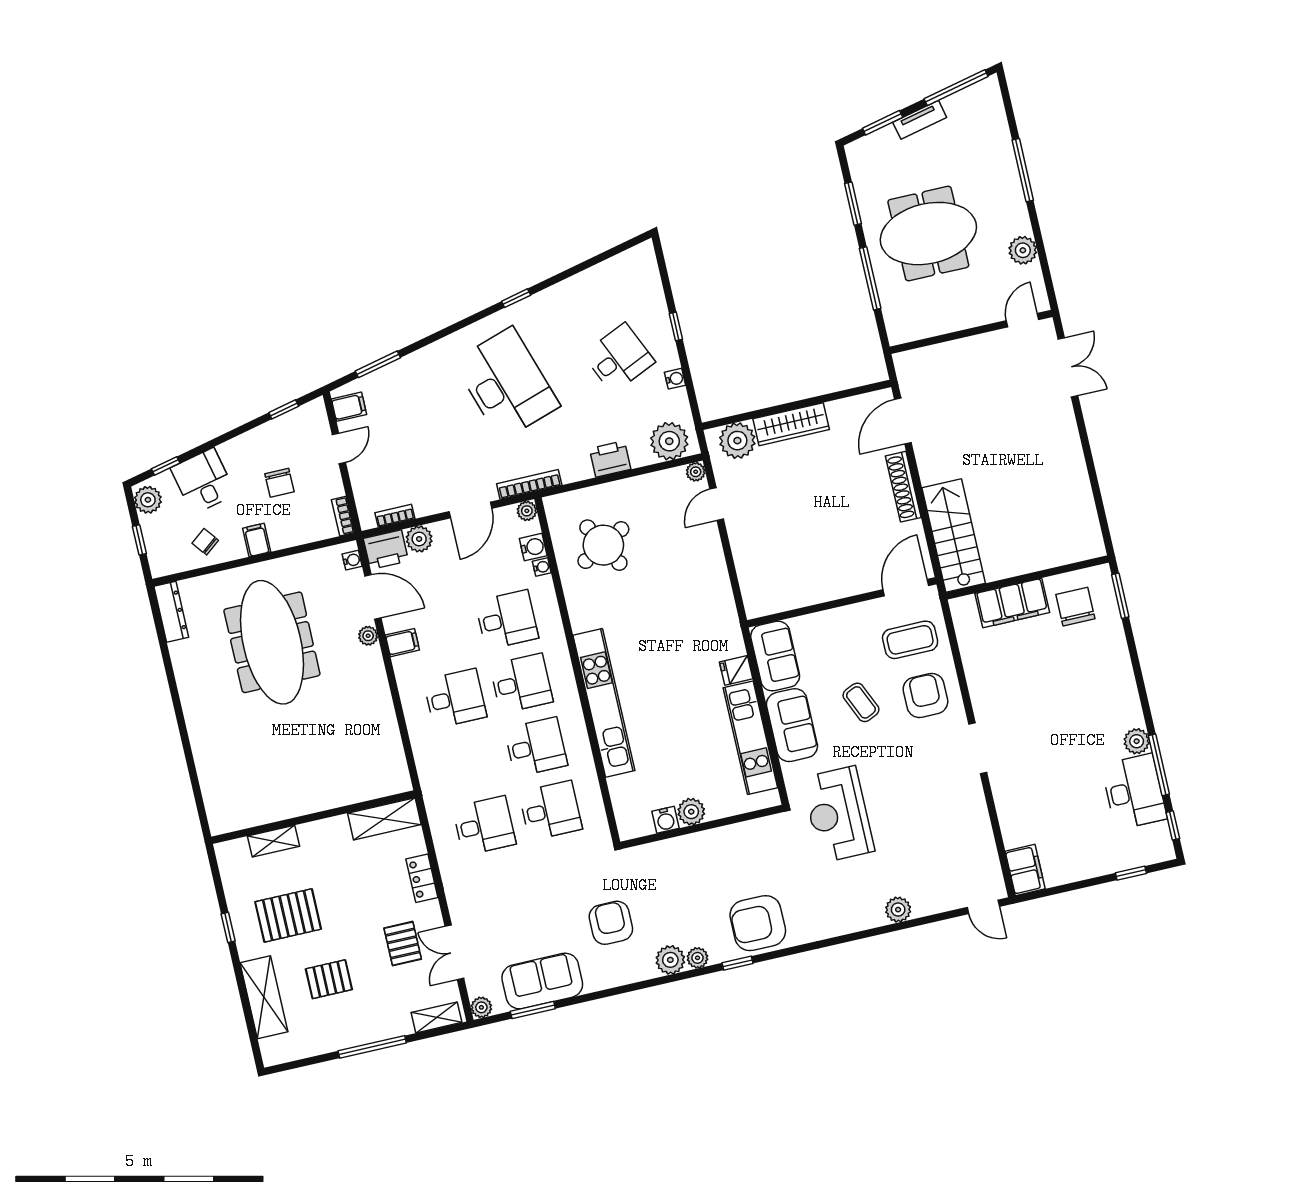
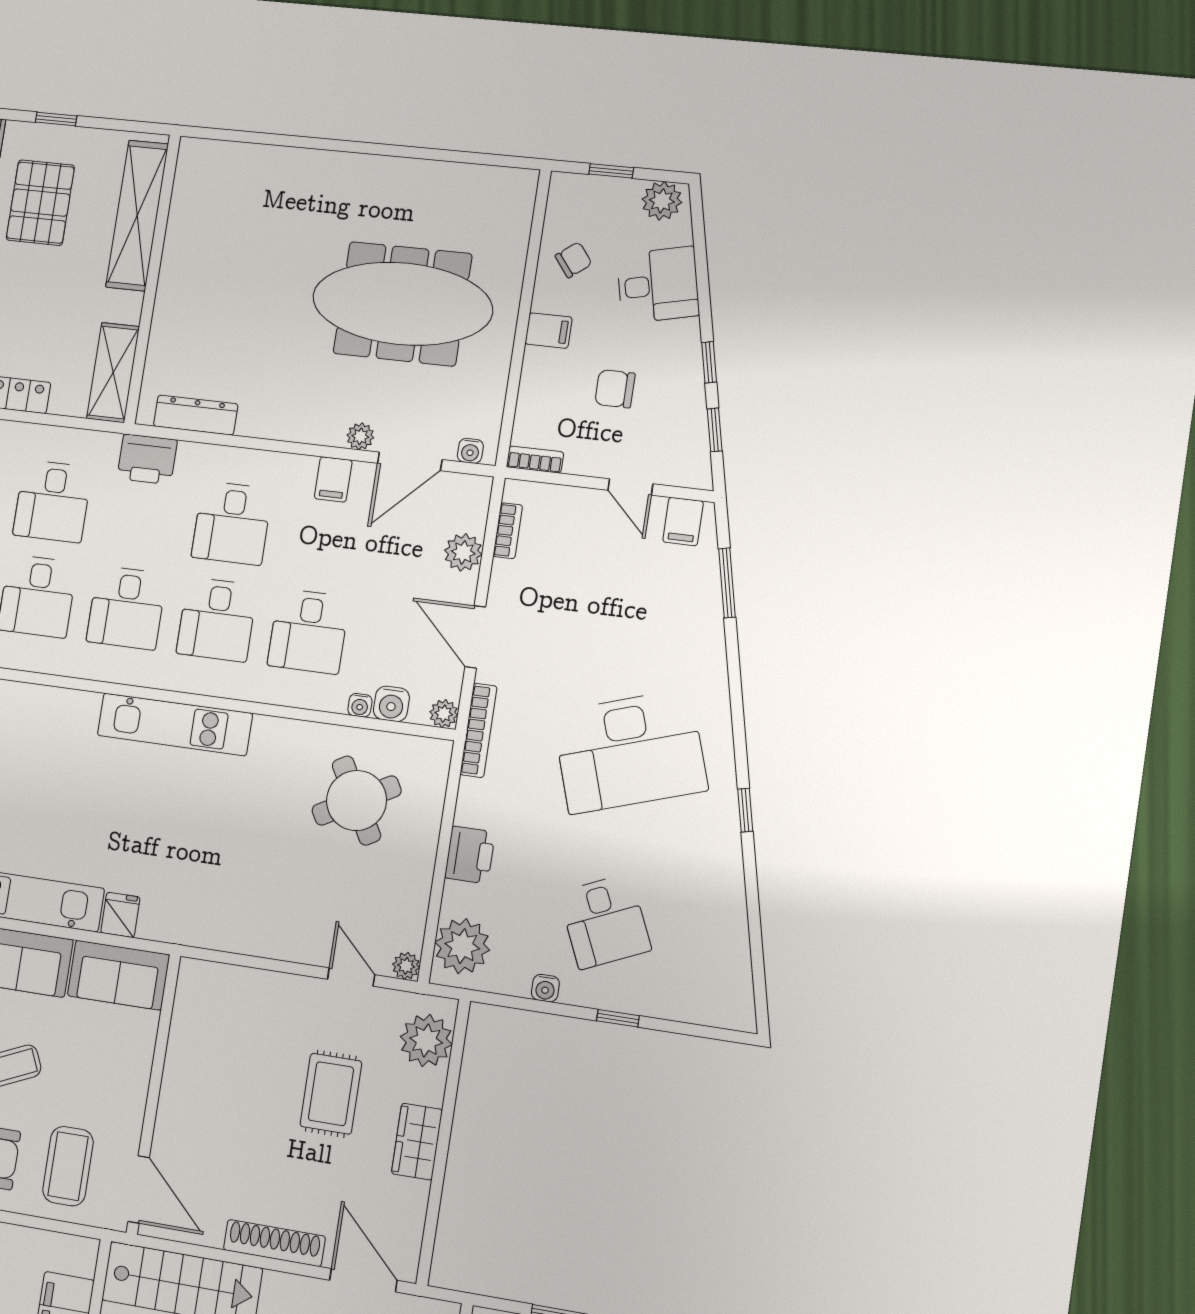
wardrobe: (791, 424) -> (417, 1142), width x0.67
window: (166, 466) -> (709, 362), moved
rug: (795, 488) -> (331, 1094), added
printer: (386, 550) -> (147, 459), moved, turned -90
dresser: (171, 612) -> (196, 415), moved, turned 180
kitchen unit: (604, 703) -> (175, 724), width x0.73
shelving: (273, 841) -> (137, 216), width x2.20, depth x1.33

